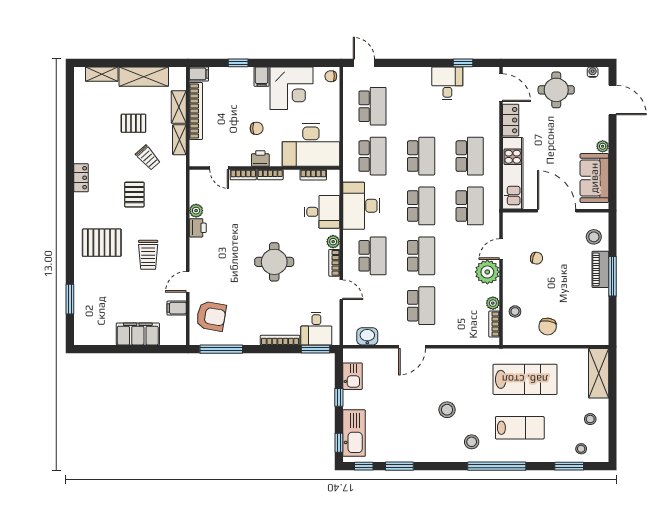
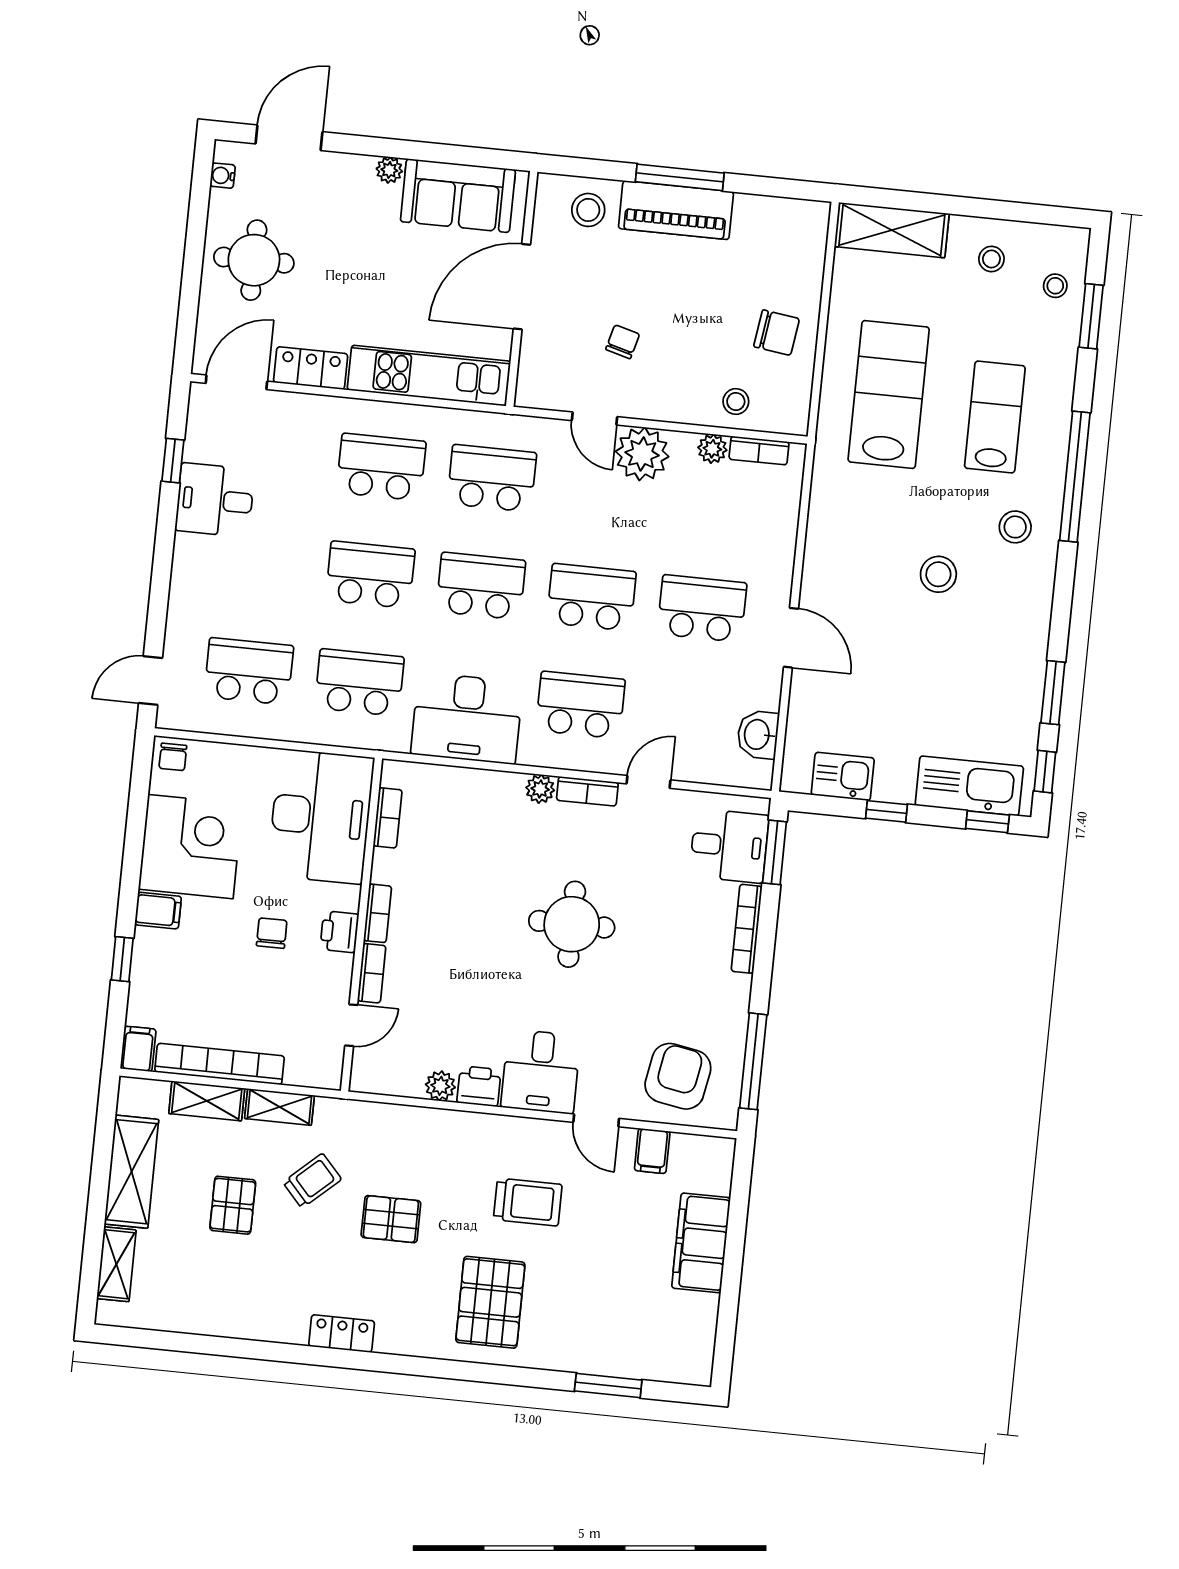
desk: (322, 212) -> (541, 1071), moved, turned 180
piano: (600, 269) -> (676, 210), width x1.37, depth x1.33

